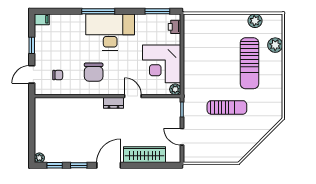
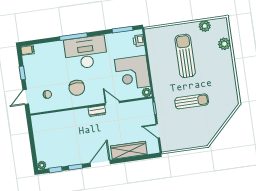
sun lounger: (249, 63) -> (185, 56), moved, turned 180

